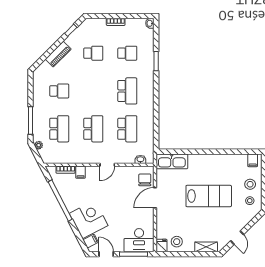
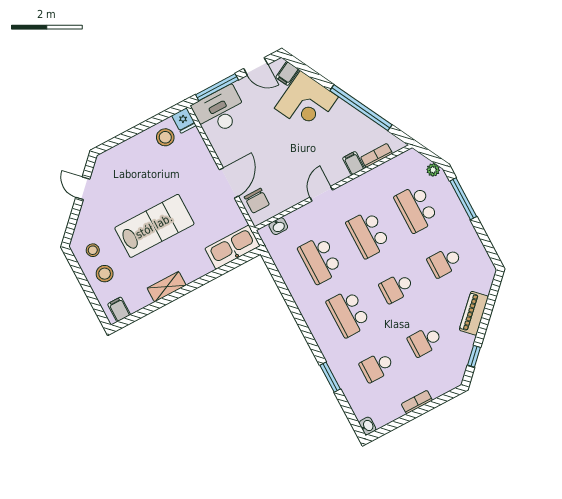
school desk: (93, 91) -> (396, 288), added
lab bench: (209, 196) -> (154, 226), turned 180
shelving: (206, 247) -> (167, 287), moved

